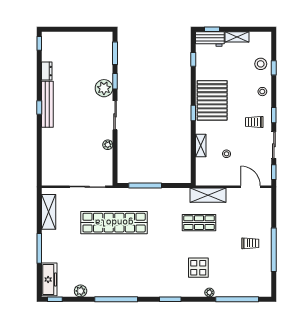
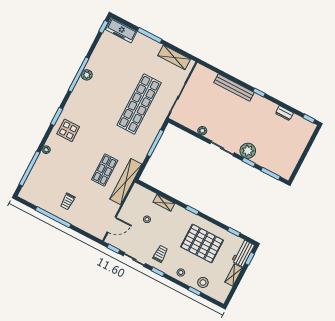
pallet: (212, 100) -> (202, 243), moved
bench: (47, 104) -> (234, 87), moved
shelving: (208, 195) -> (126, 182), width x1.47
display table: (198, 268) -> (68, 130), moved
plant: (81, 291) -> (87, 75), moved

